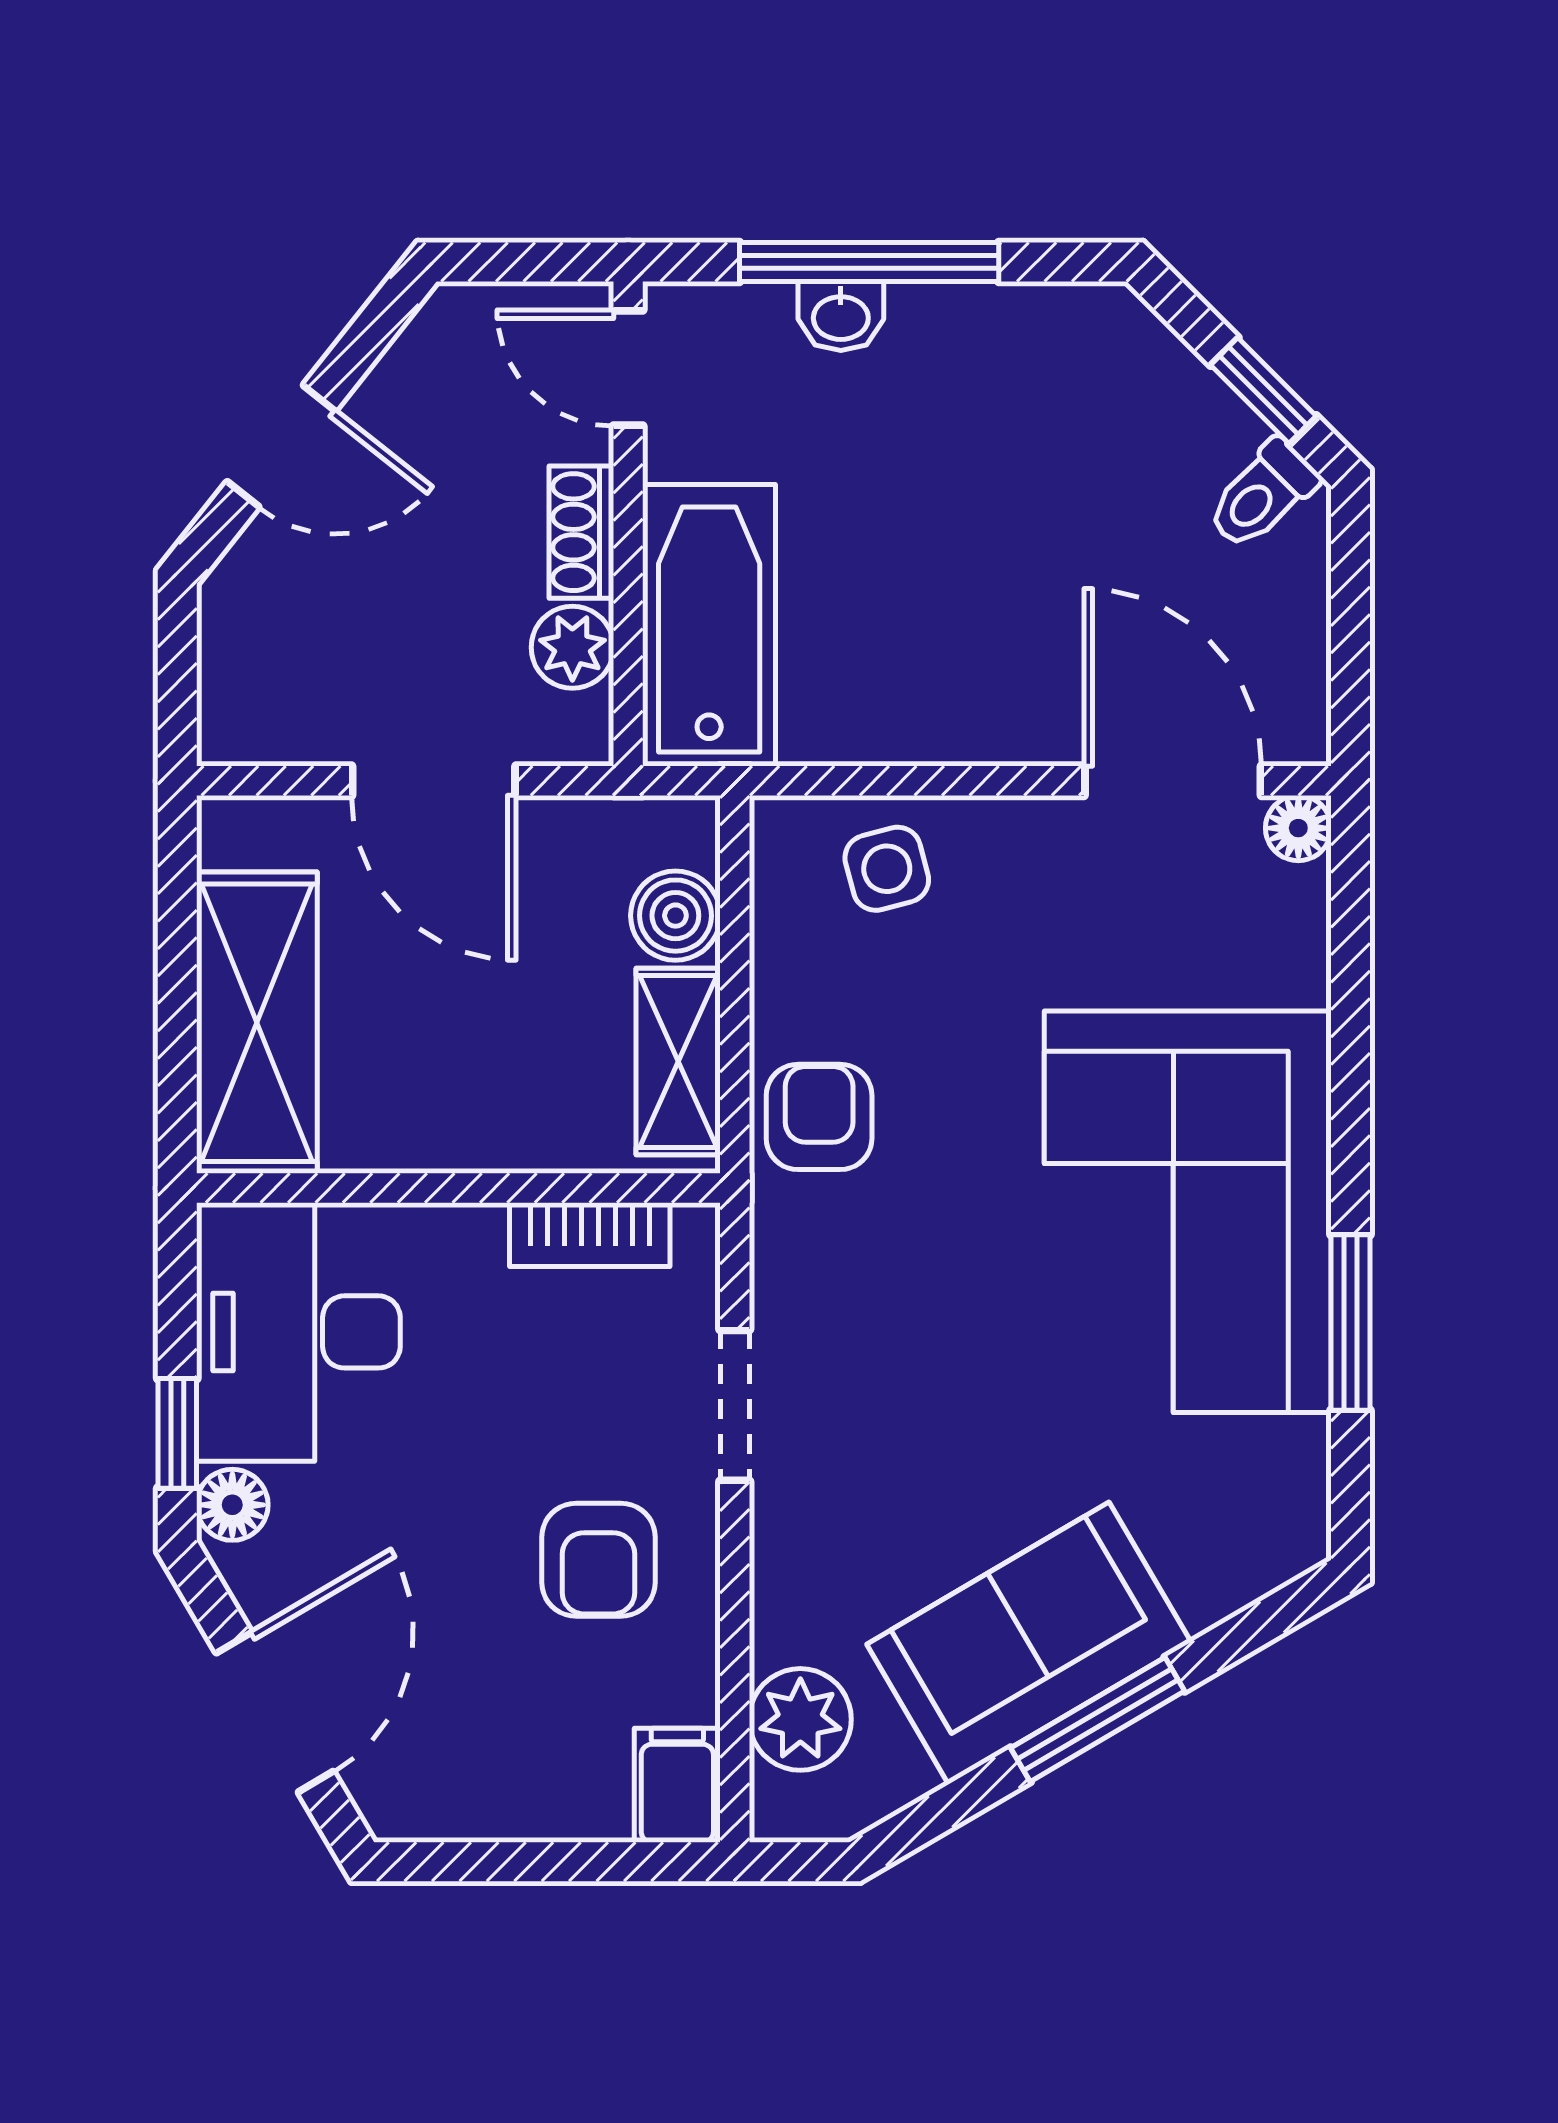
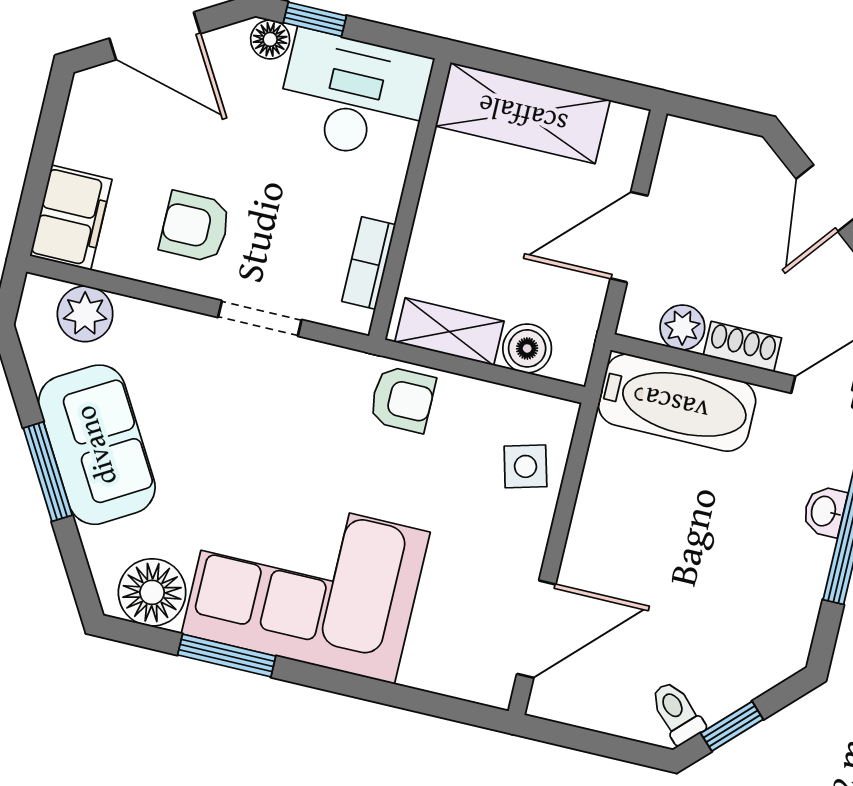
floor lamp: (1298, 828) -> (152, 592), moved, width x1.89, depth x1.89
filing cabinet: (677, 1785) -> (71, 218), width x2.00

